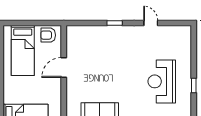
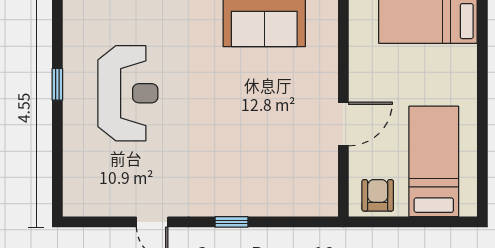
armchair: (48, 35) -> (378, 195), turned -90

